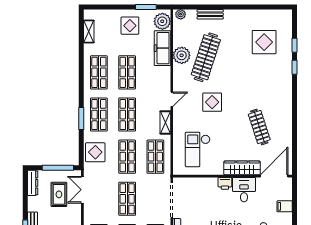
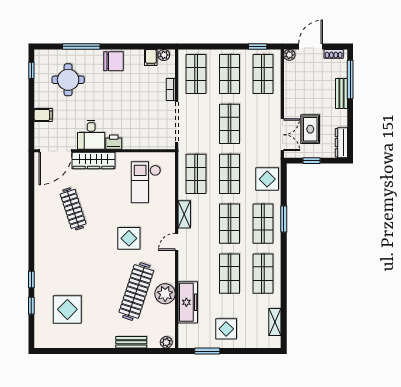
plant: (162, 21) -> (188, 334), removed
checkout: (198, 149) -> (146, 182), turned 180
window: (58, 168) -> (311, 161), width x0.46

